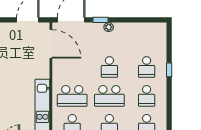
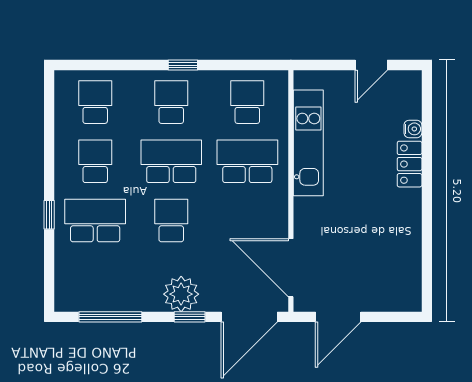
window: (139, 20) -> (110, 317), added
plant: (109, 27) -> (181, 294), width x1.88, depth x1.88
school desk: (147, 67) -> (95, 221), width x1.85

